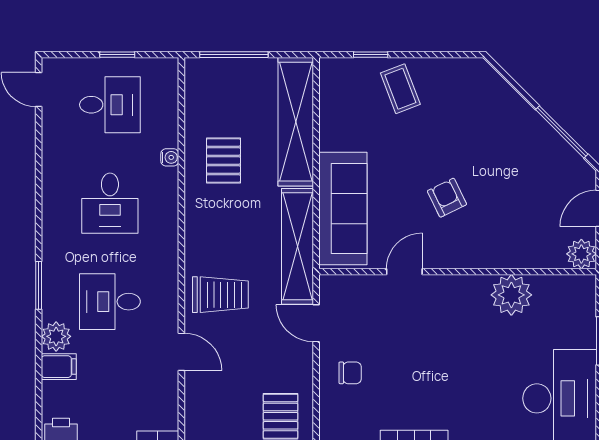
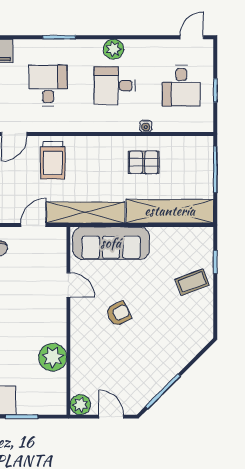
plant: (56, 336) -> (113, 49), moved

